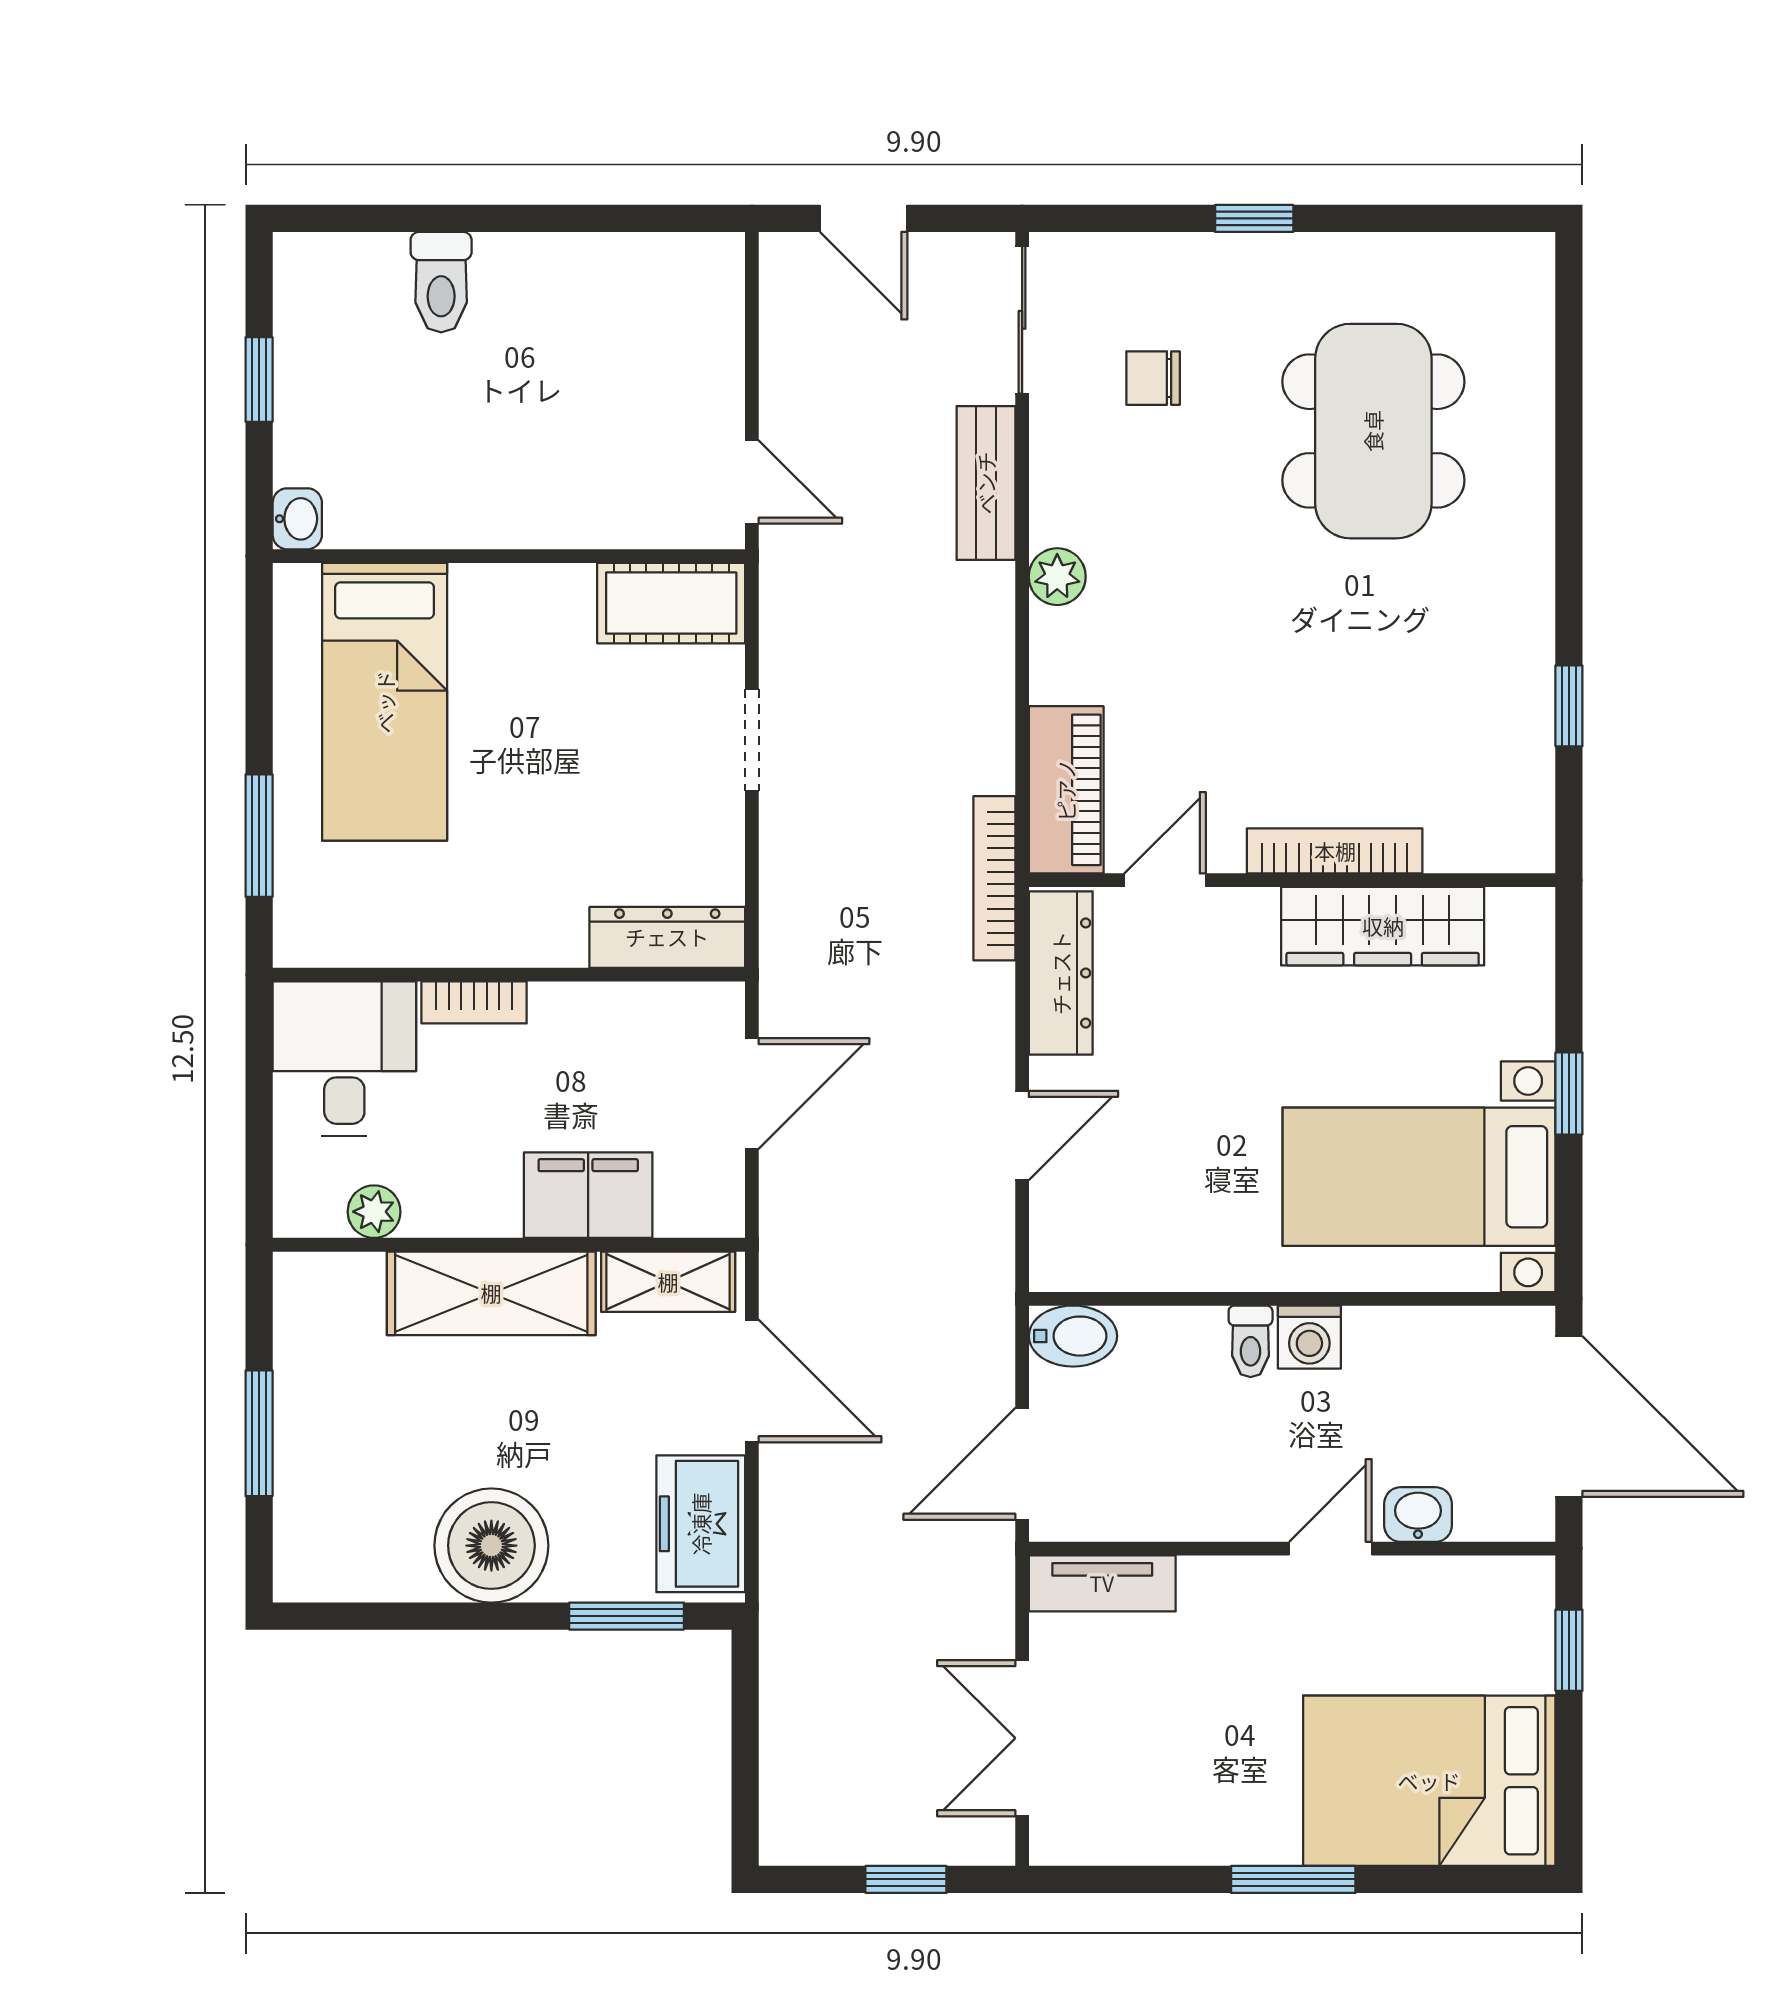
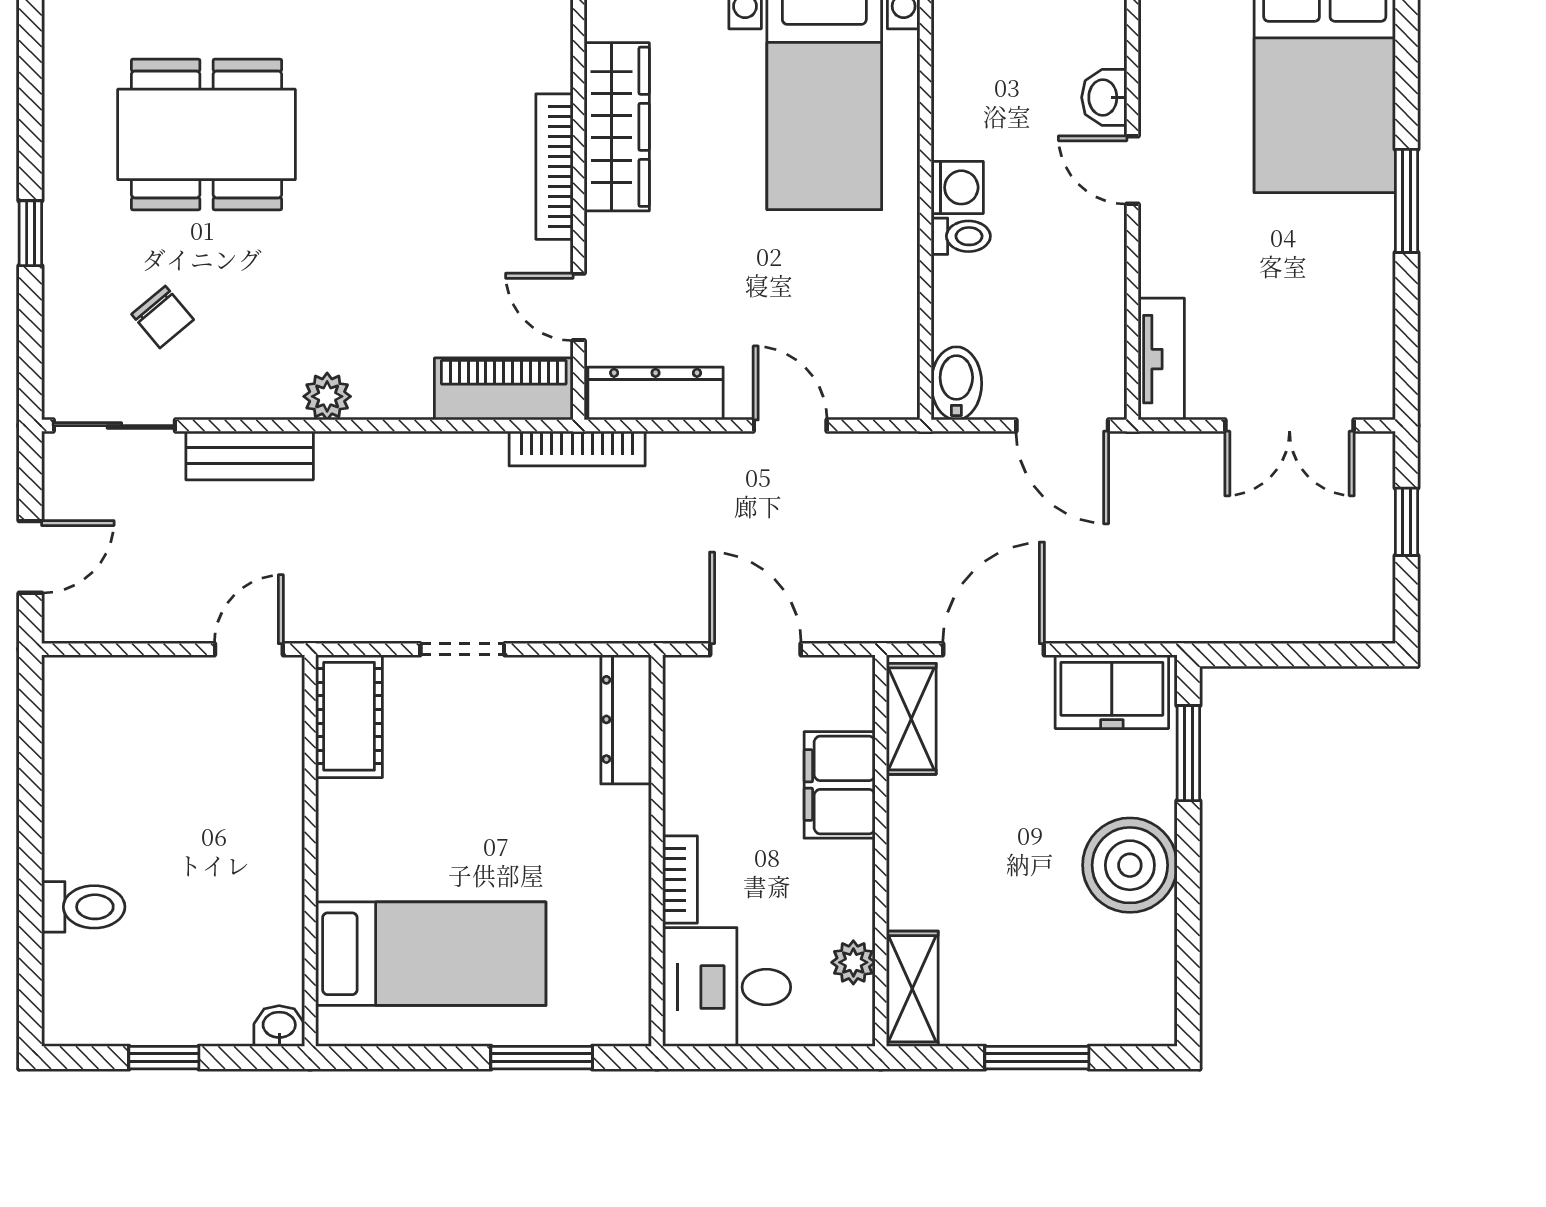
chair: (1153, 378) -> (163, 317), turned -40
shelving: (491, 1293) -> (912, 989), moved, width x0.67, depth x0.75

